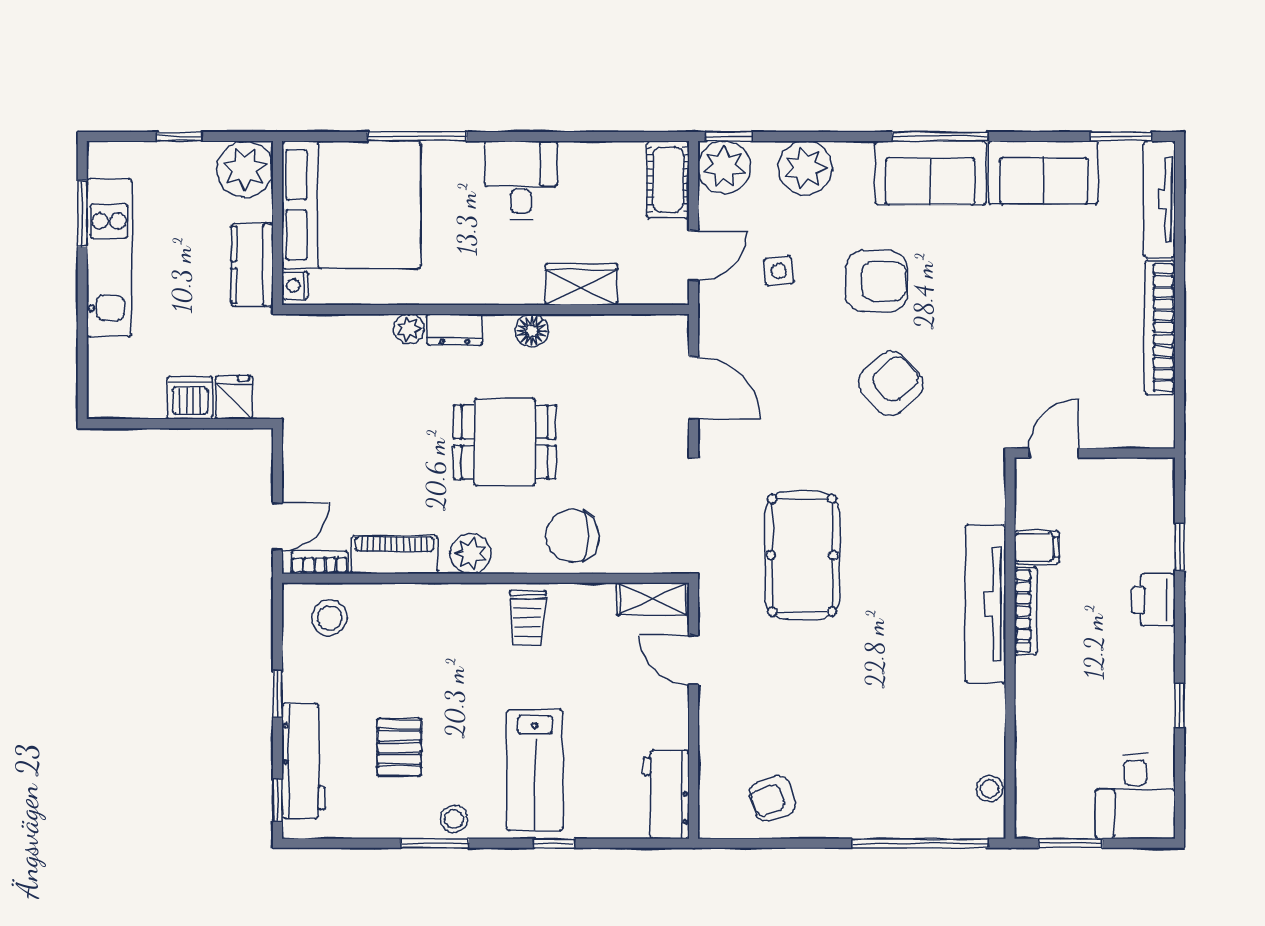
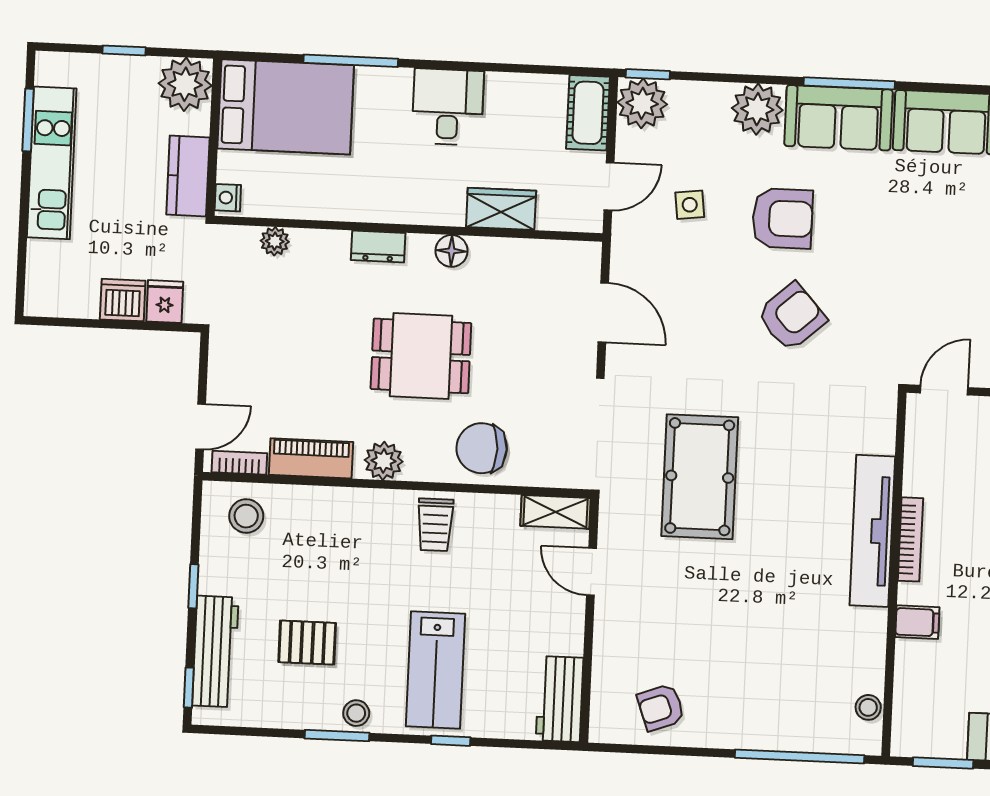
plant: (805, 168) -> (757, 109), moved
bed: (351, 205) -> (286, 107), width x0.73
plant: (409, 329) -> (275, 241), moved
filing cabinet: (1037, 547) -> (917, 622), moved
pallet: (399, 747) -> (307, 643), turned 90

